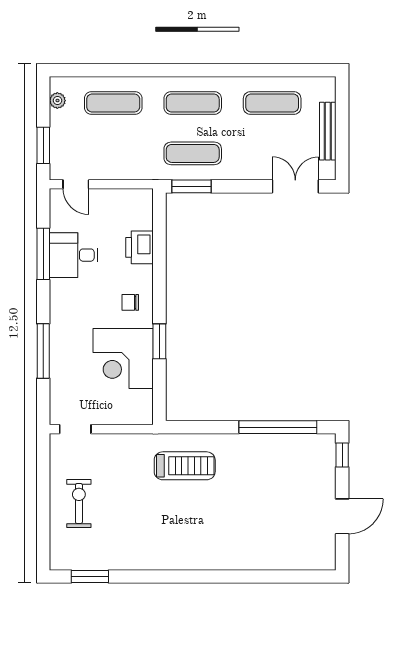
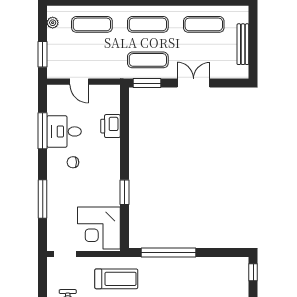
door: (76, 184) -> (79, 82), moved
double door: (295, 186) -> (194, 83), moved
chair: (130, 302) -> (73, 162), moved
corner desk: (123, 359) -> (99, 228), moved
window: (278, 427) -> (168, 253), moved
treadmill: (185, 466) -> (116, 279), moved

